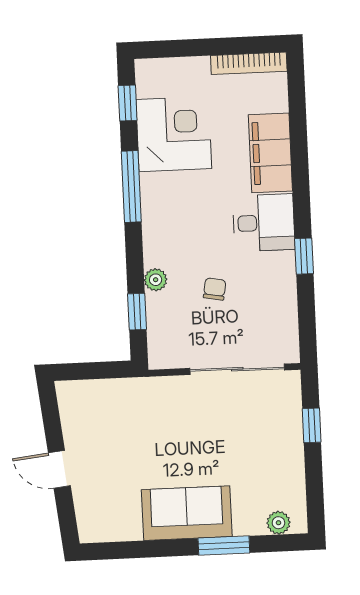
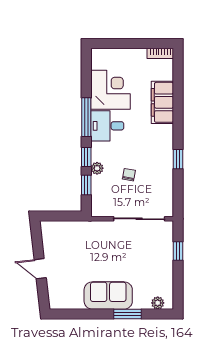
bookcase: (249, 63) -> (160, 53), width x0.64
window: (128, 103) -> (86, 157), moved
desk: (264, 223) -> (107, 126), moved, turned 180

